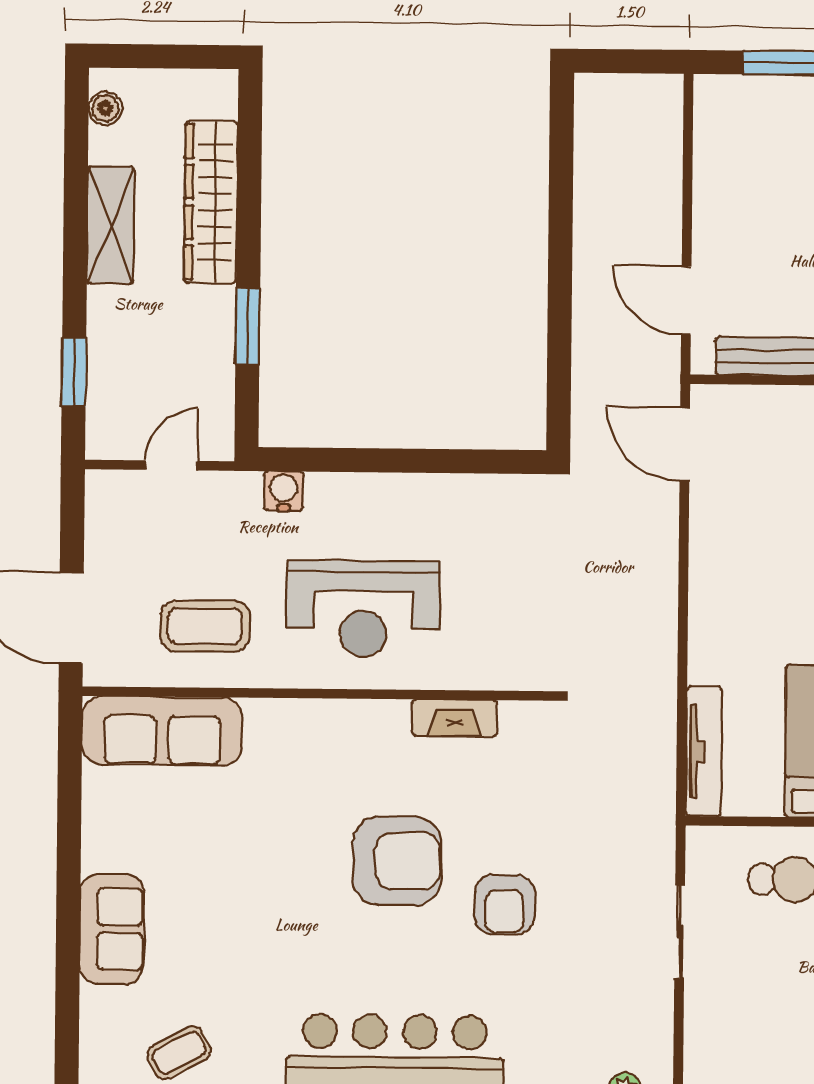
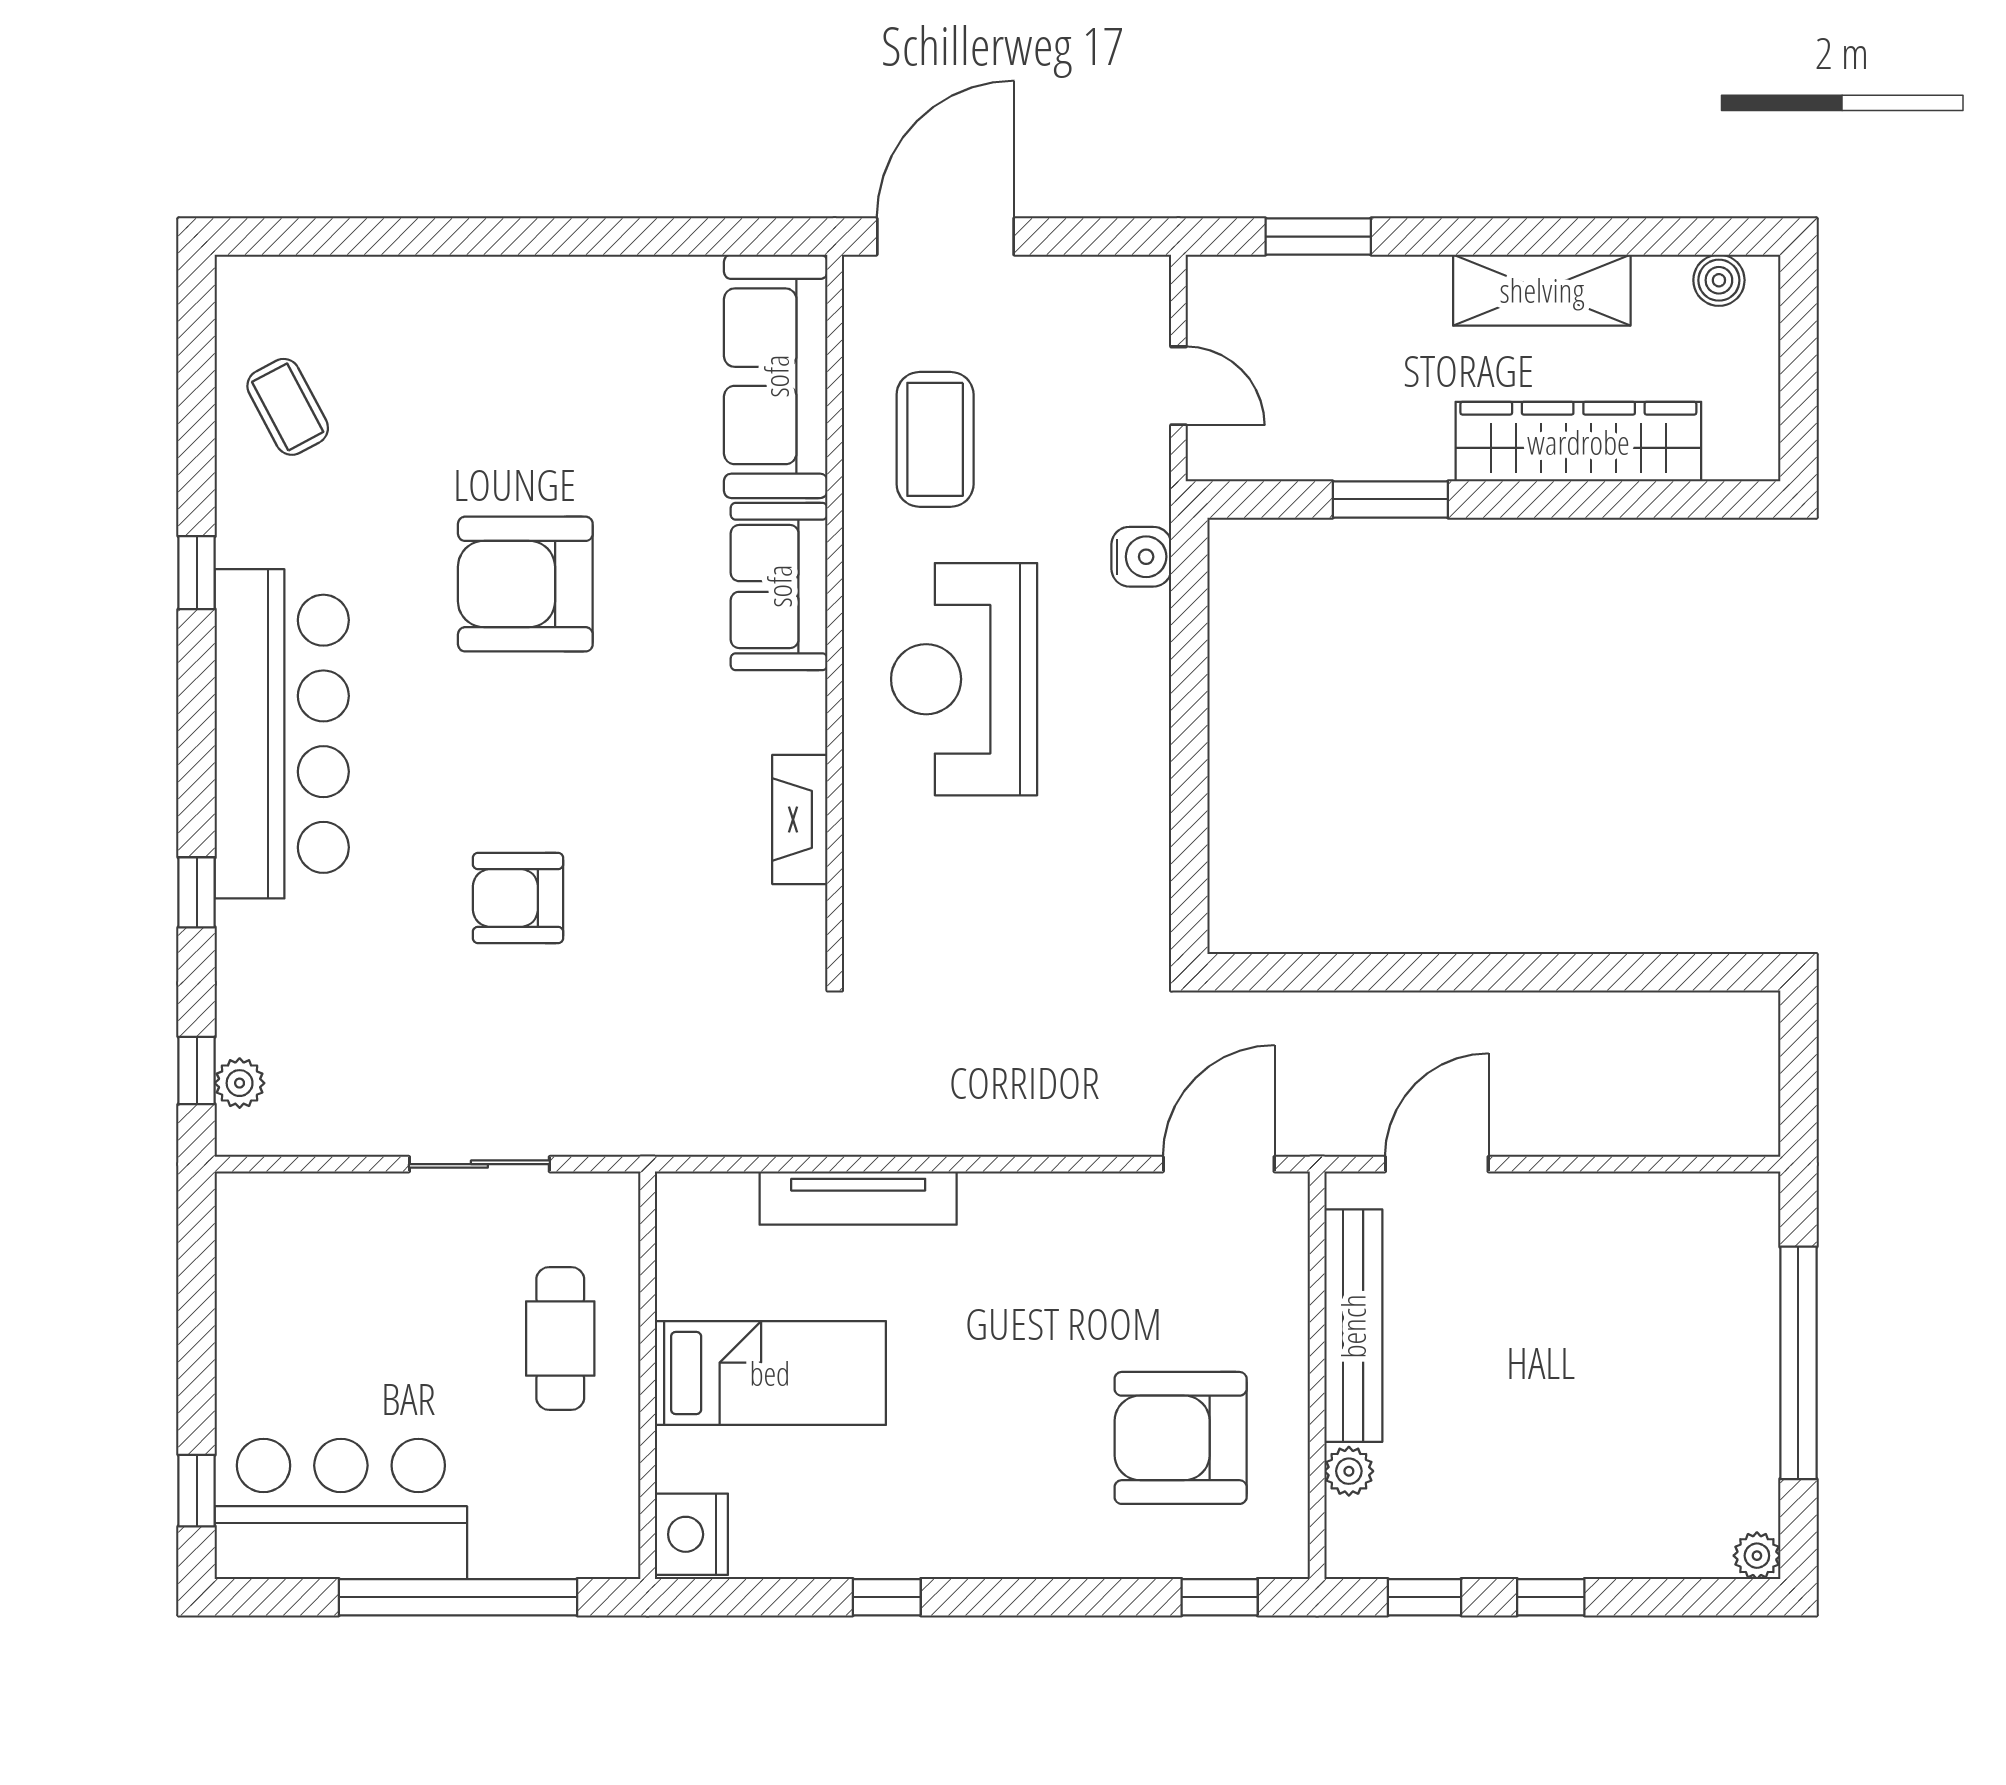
tv unit: (704, 751) -> (858, 1198), moved
armchair: (397, 861) -> (525, 584), moved, turned 90
sofa: (112, 929) -> (779, 586), moved, turned 90

